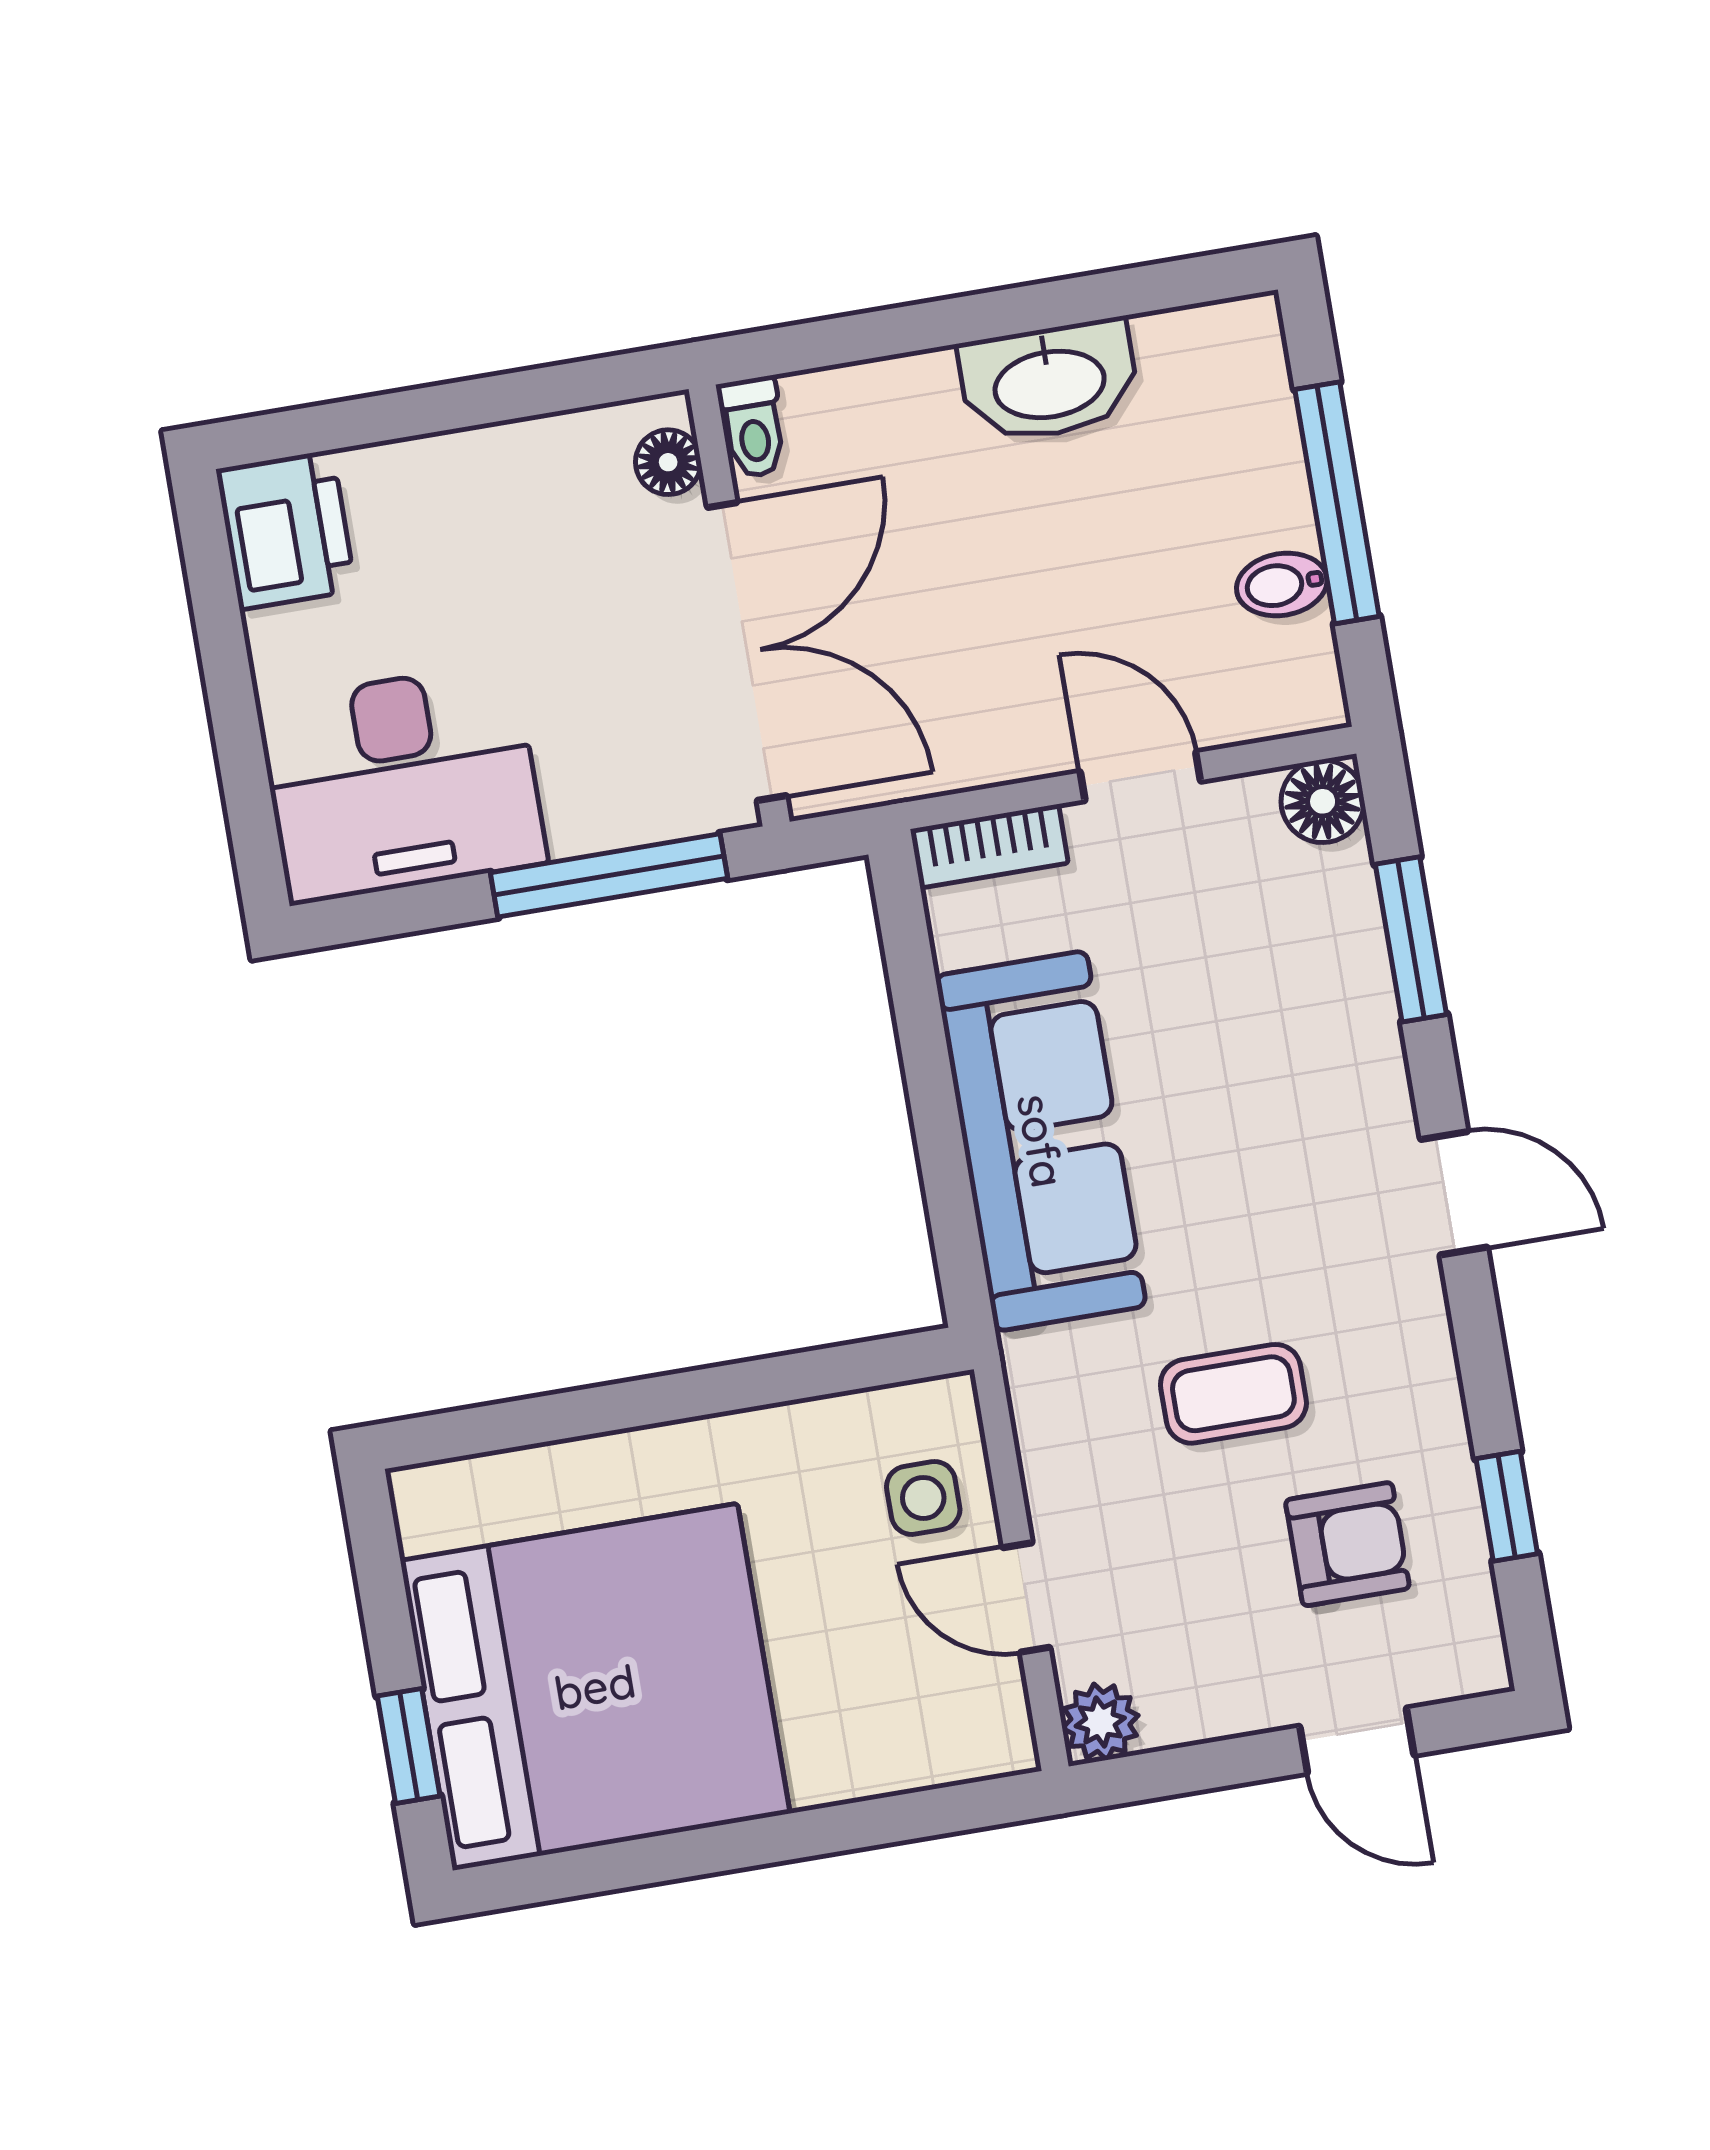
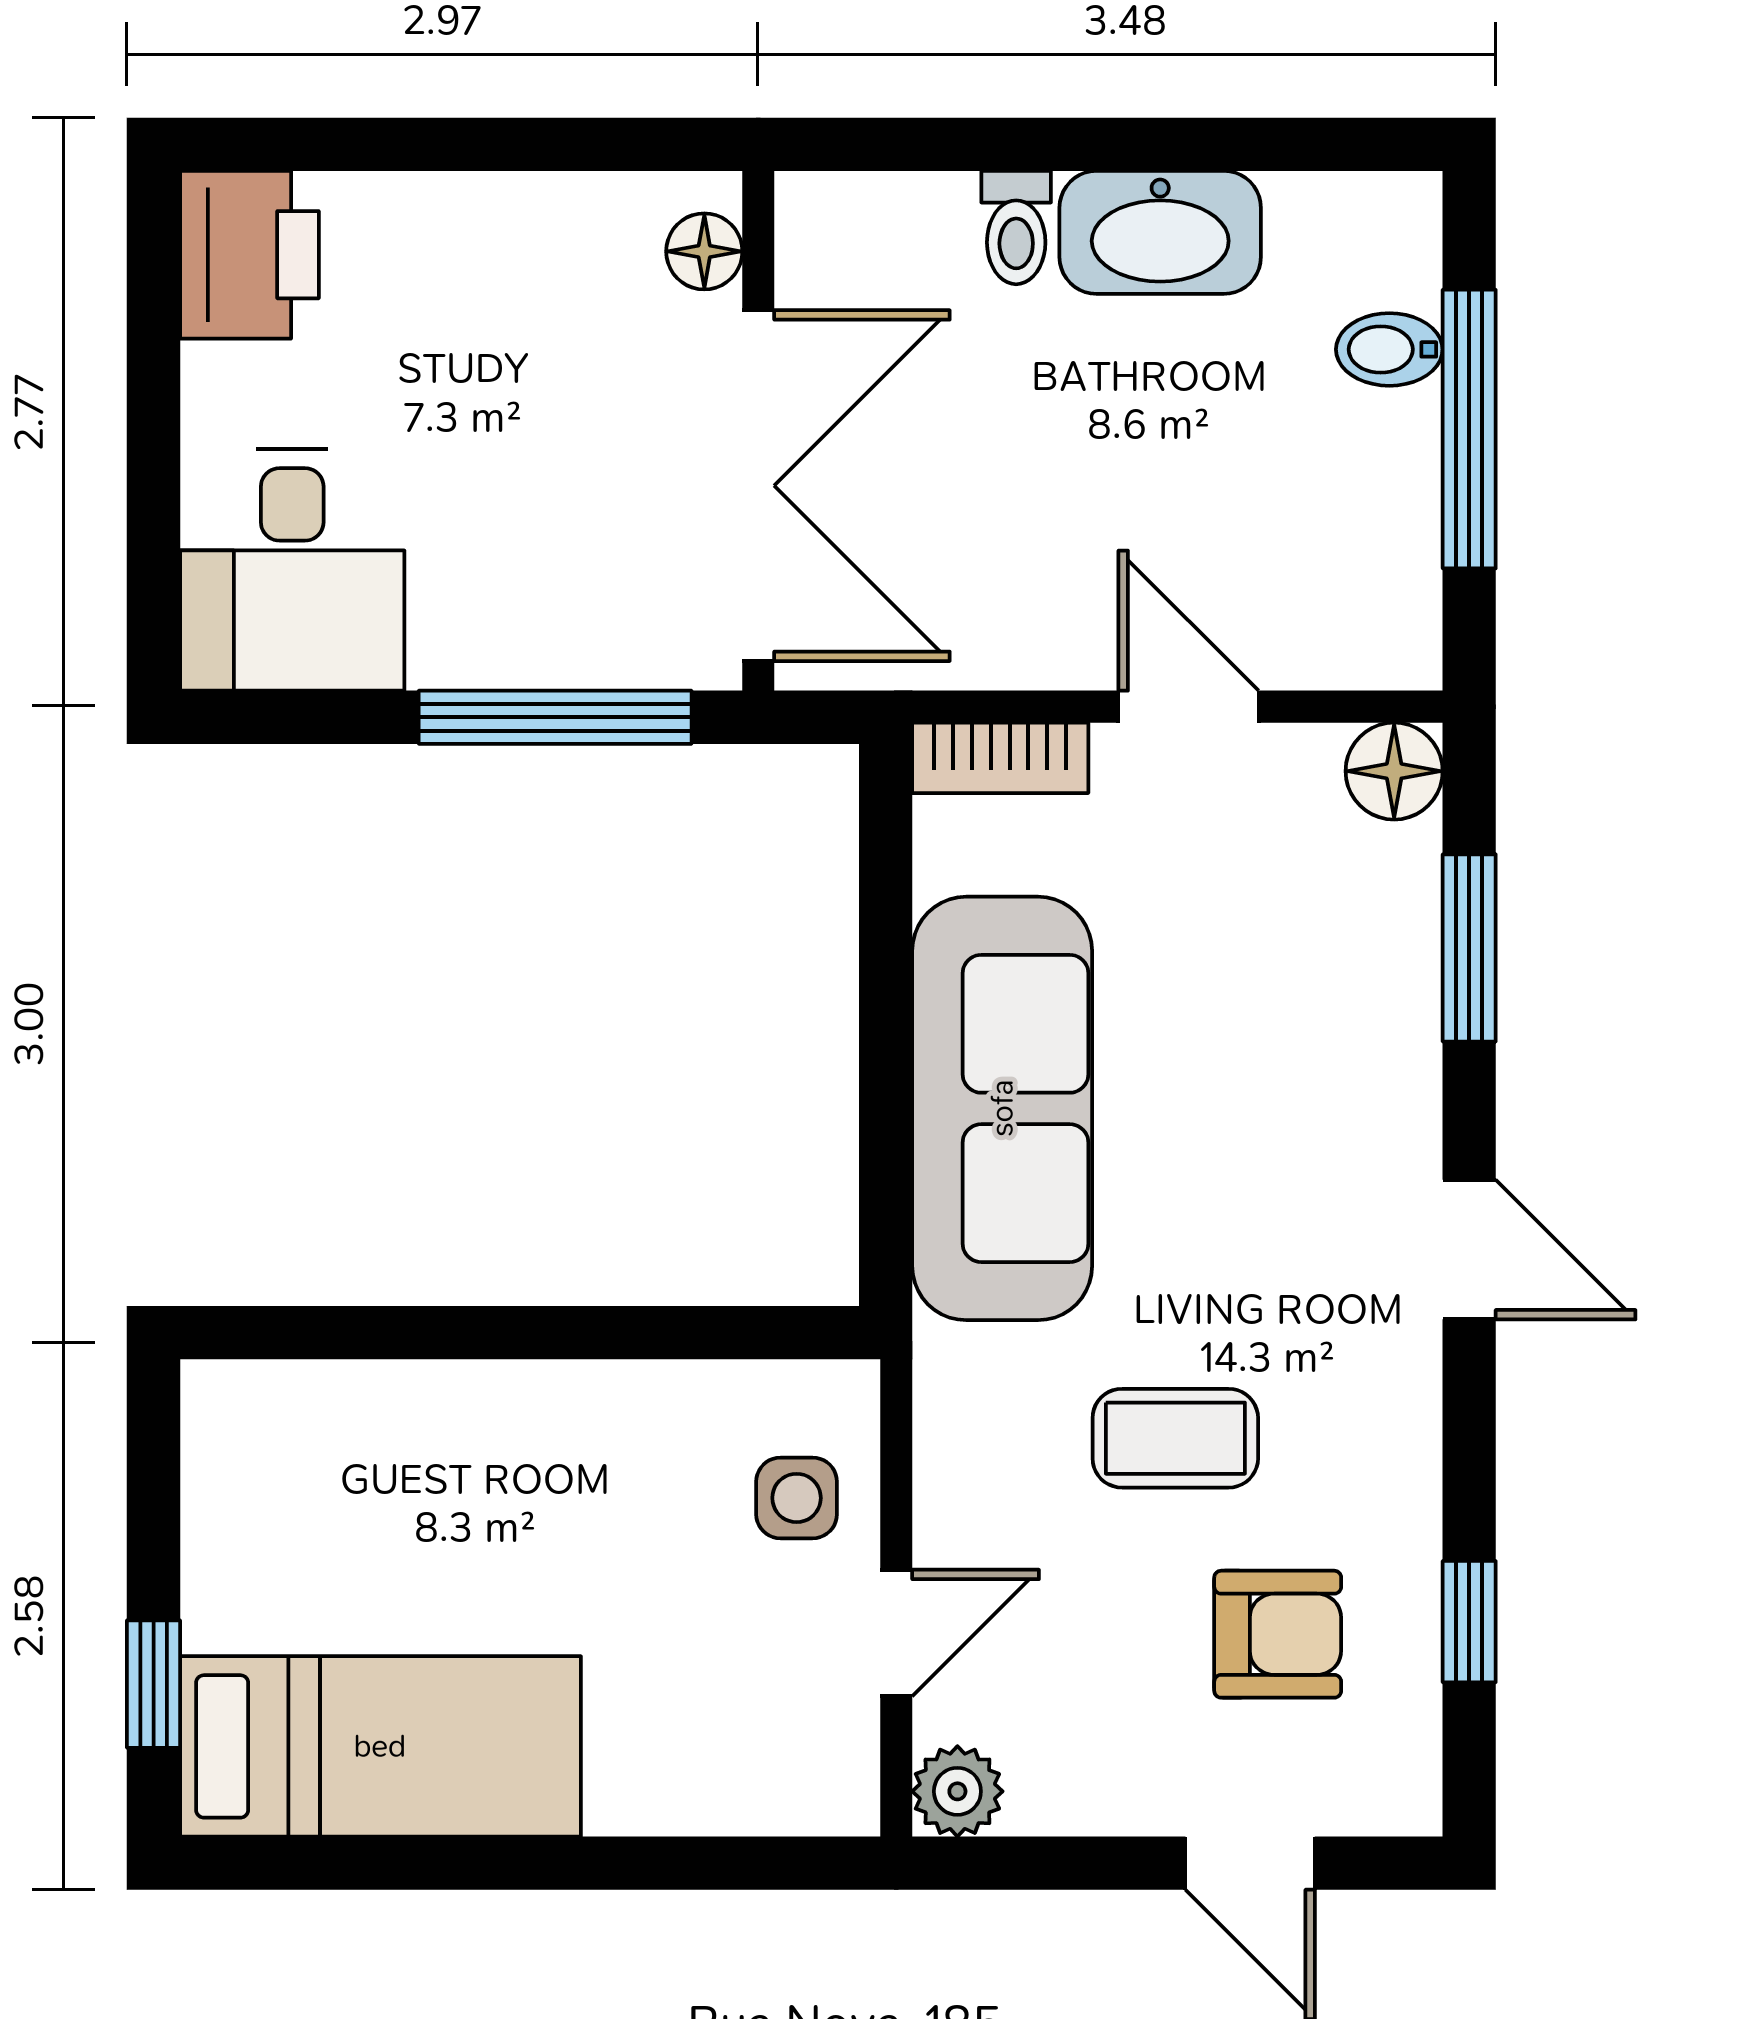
toilet: (753, 427) -> (1016, 228), moved
bidet: (1282, 585) -> (1389, 349), moved
desk: (402, 783) -> (292, 570), width x0.73
door: (1026, 1597) -> (896, 1633), swing flipped
bed: (595, 1687) -> (380, 1746), width x0.49

